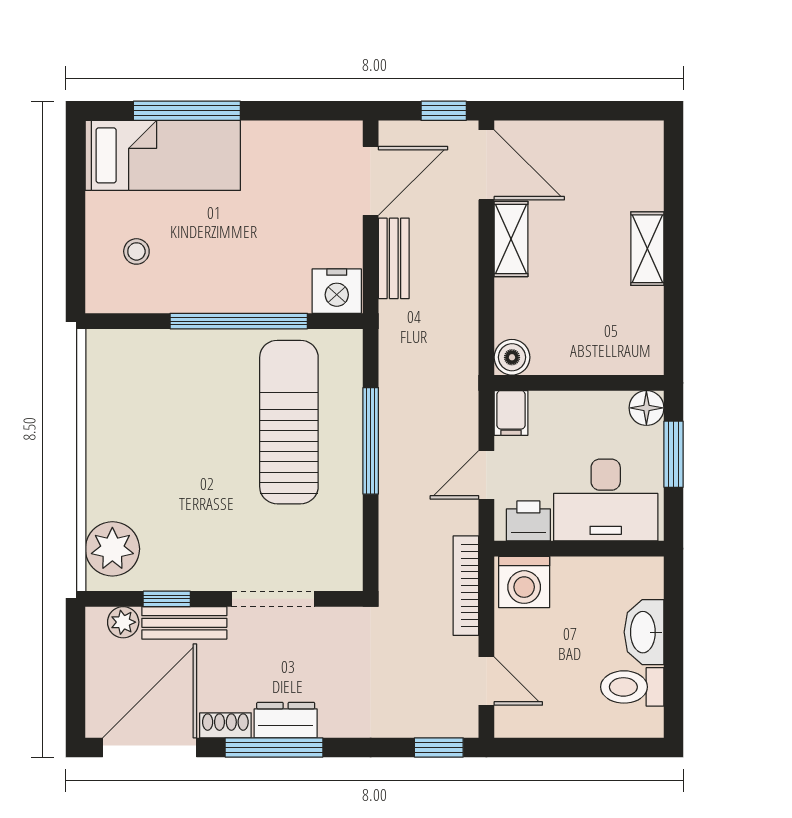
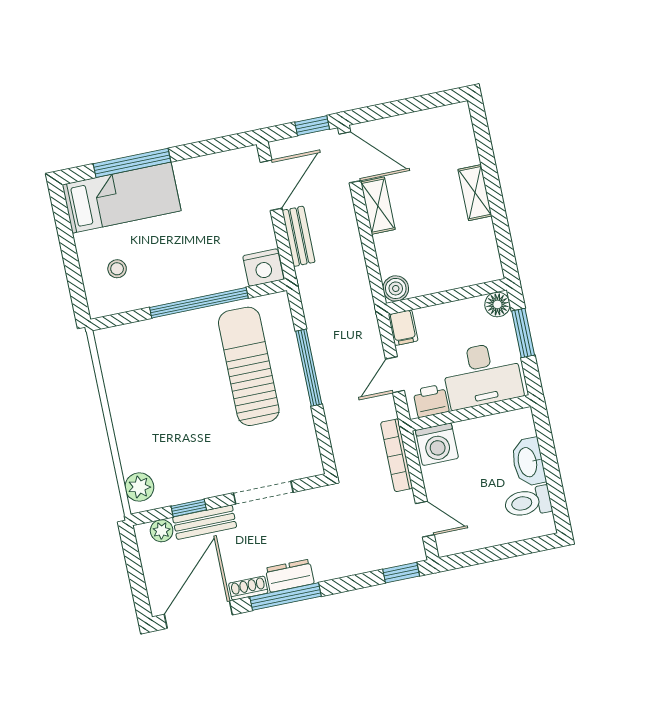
plant: (112, 549) -> (139, 487), width x0.73, depth x0.73

